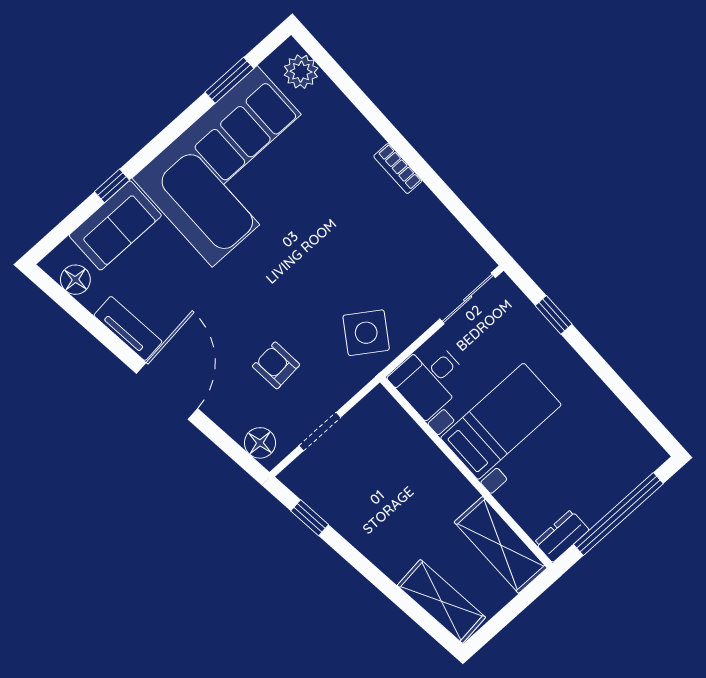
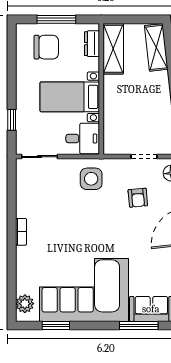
window: (112, 186) -> (139, 325), width x2.17
side table: (366, 333) -> (91, 179), turned -34
chair: (597, 462) -> (46, 47), added
window: (618, 514) -> (56, 19), width x0.68
dresser: (562, 536) -> (92, 44), moved, turned 90

